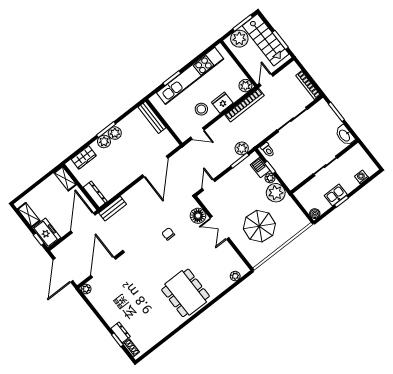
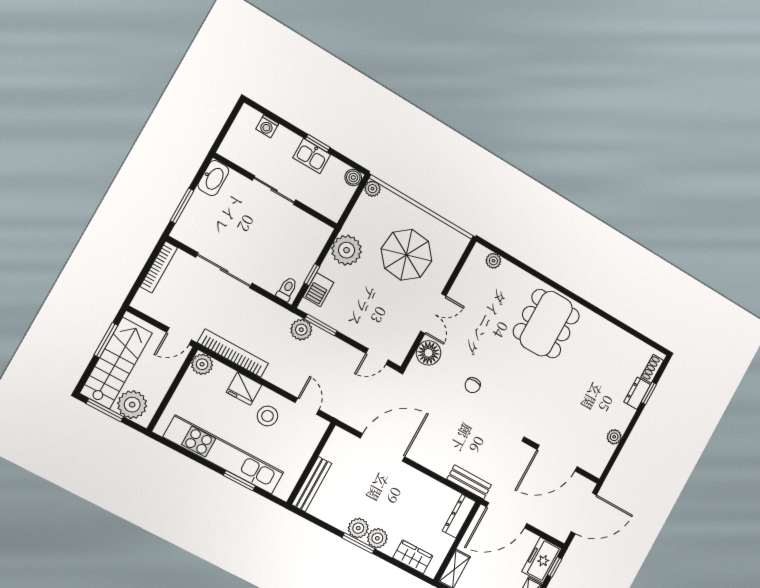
plant: (270, 178) -> (372, 189), moved
plant: (86, 289) -> (614, 437), moved

